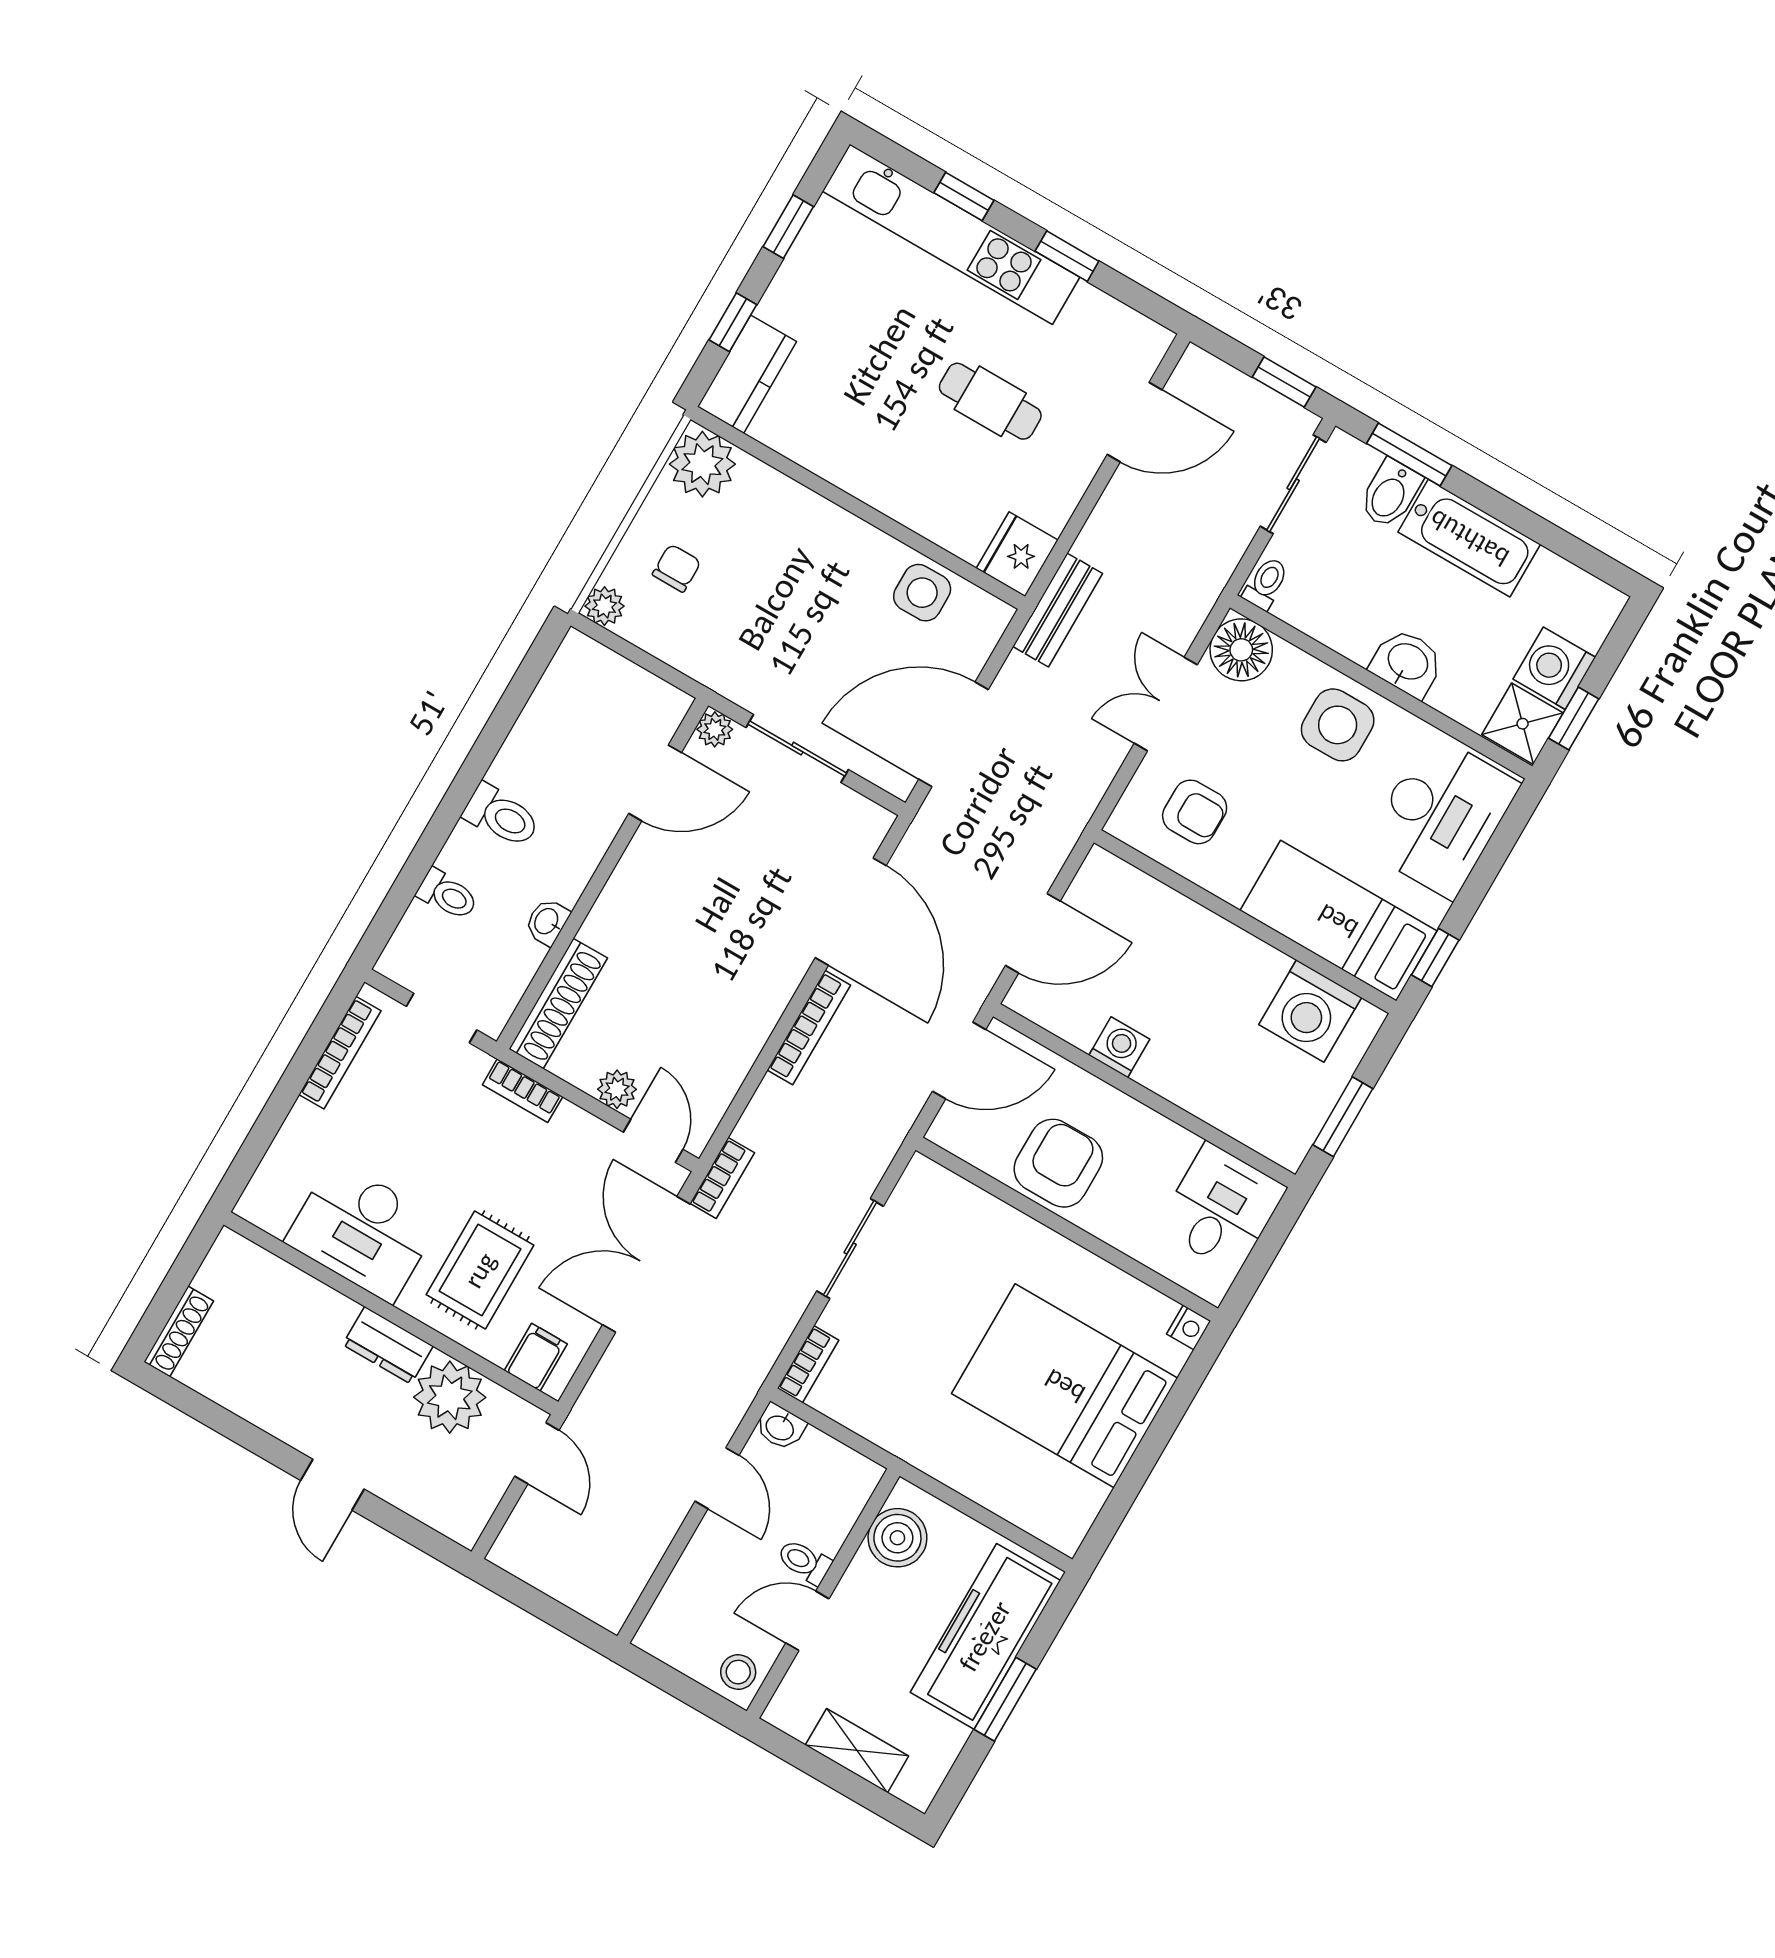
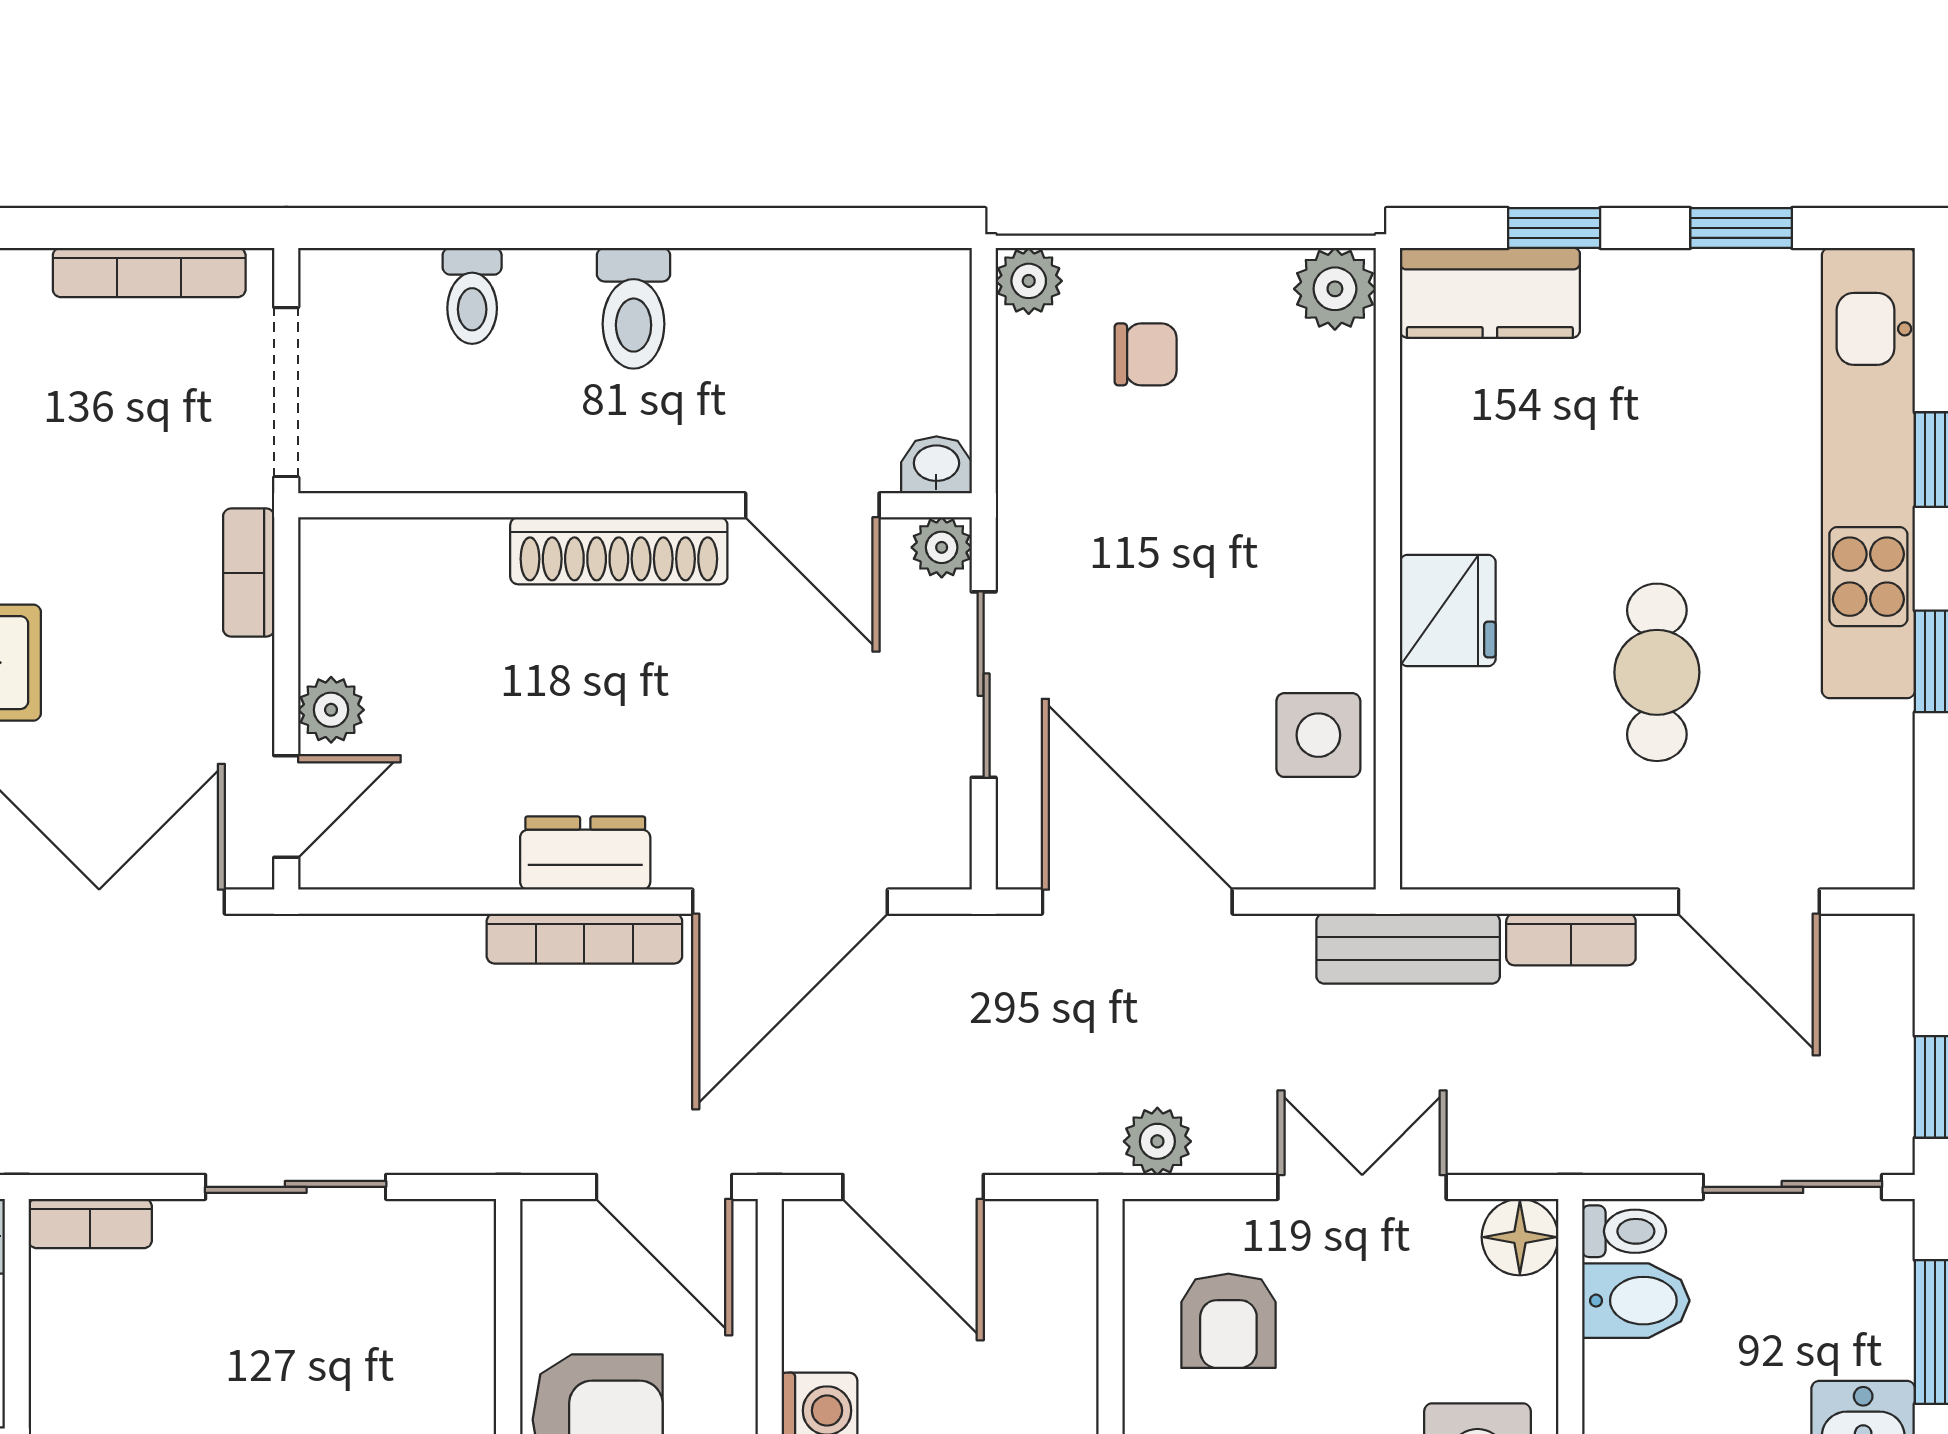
plant: (702, 464) -> (1335, 289), width x0.73, depth x0.73
bidet: (1390, 494) -> (1636, 1301), moved, turned 180
fridge: (1017, 554) -> (1448, 610), moved, turned 90
floor lamp: (1241, 650) -> (1520, 1237), width x0.73, depth x0.73
plant: (1082, 795) -> (1157, 1141), added
washbasin: (547, 922) -> (936, 465), moved
dresser: (765, 1002) -> (585, 853), added
shoe rack: (558, 1004) -> (619, 551), moved
doorway: (442, 1018) -> (286, 392), width x1.38
bookcase: (722, 1178) -> (1571, 939), moved

